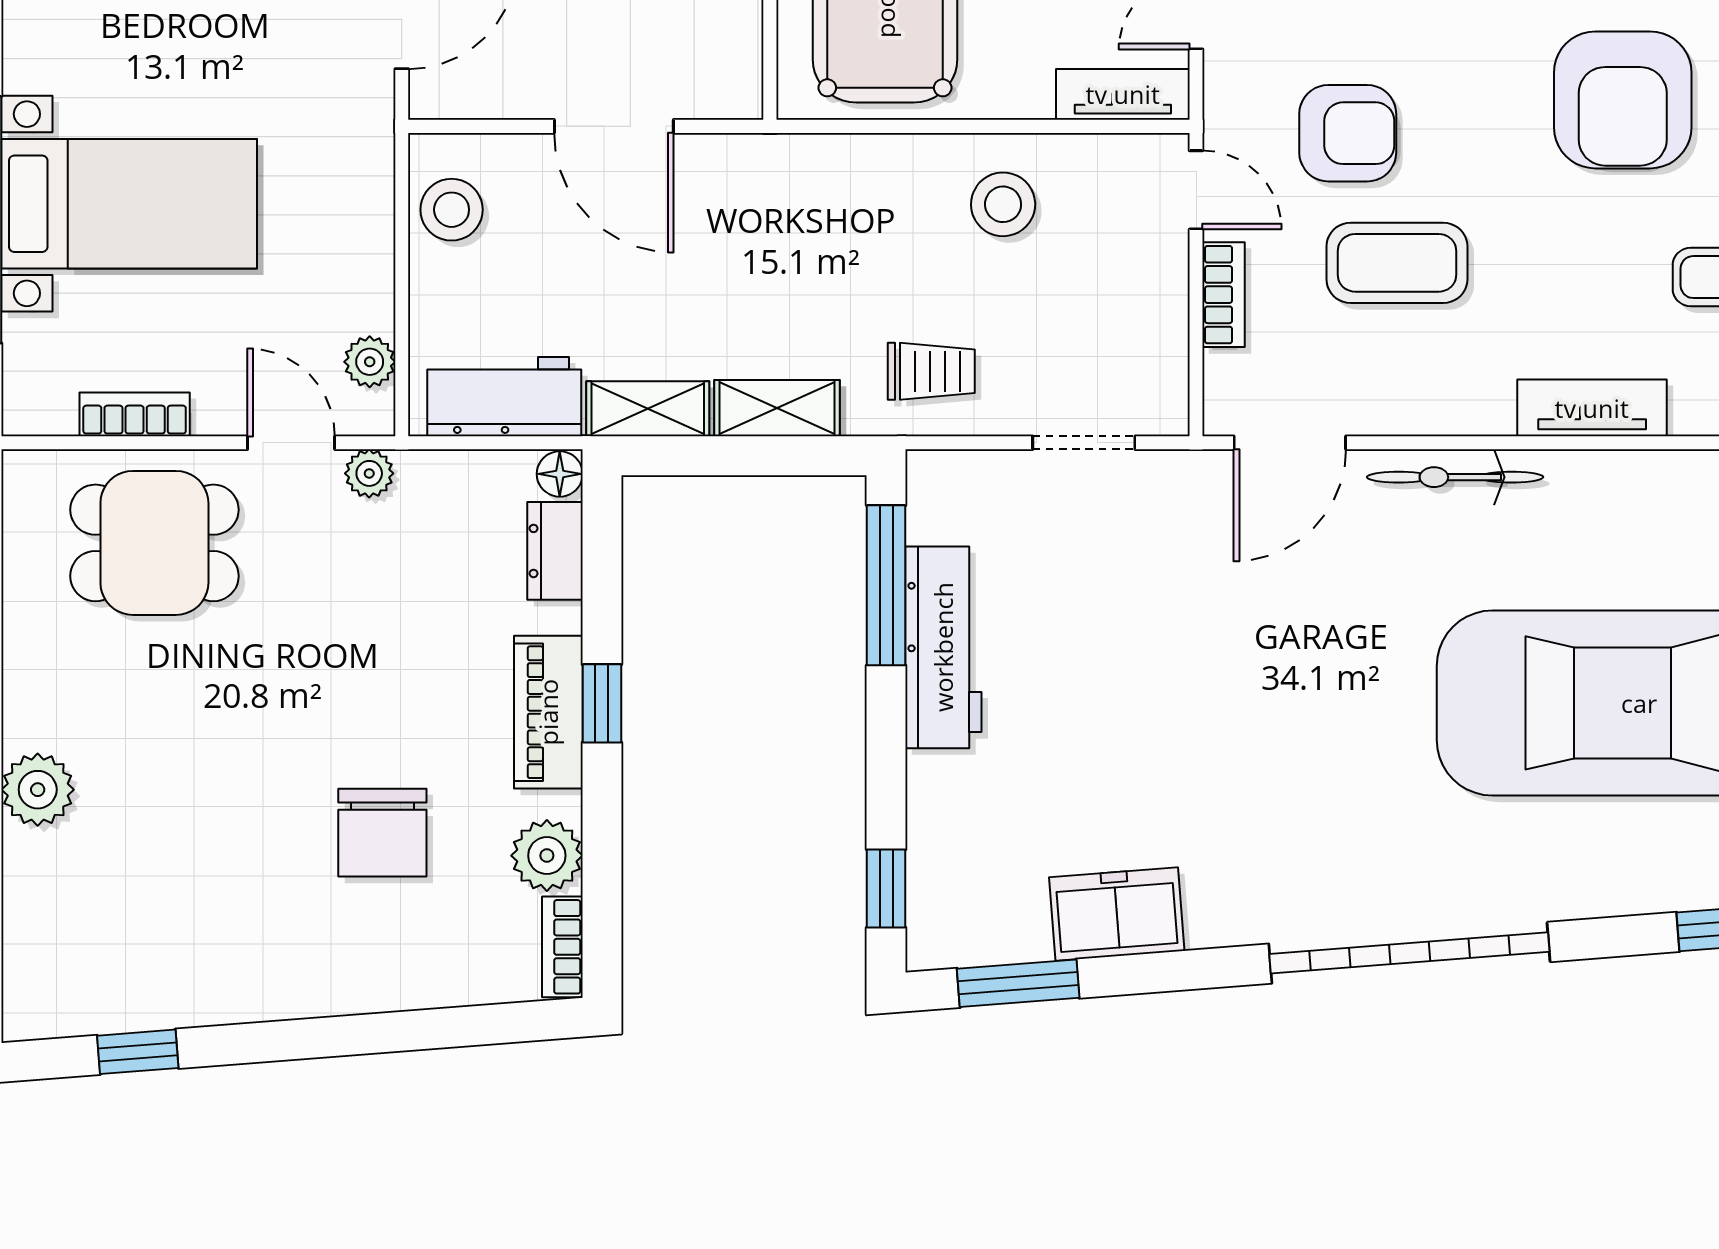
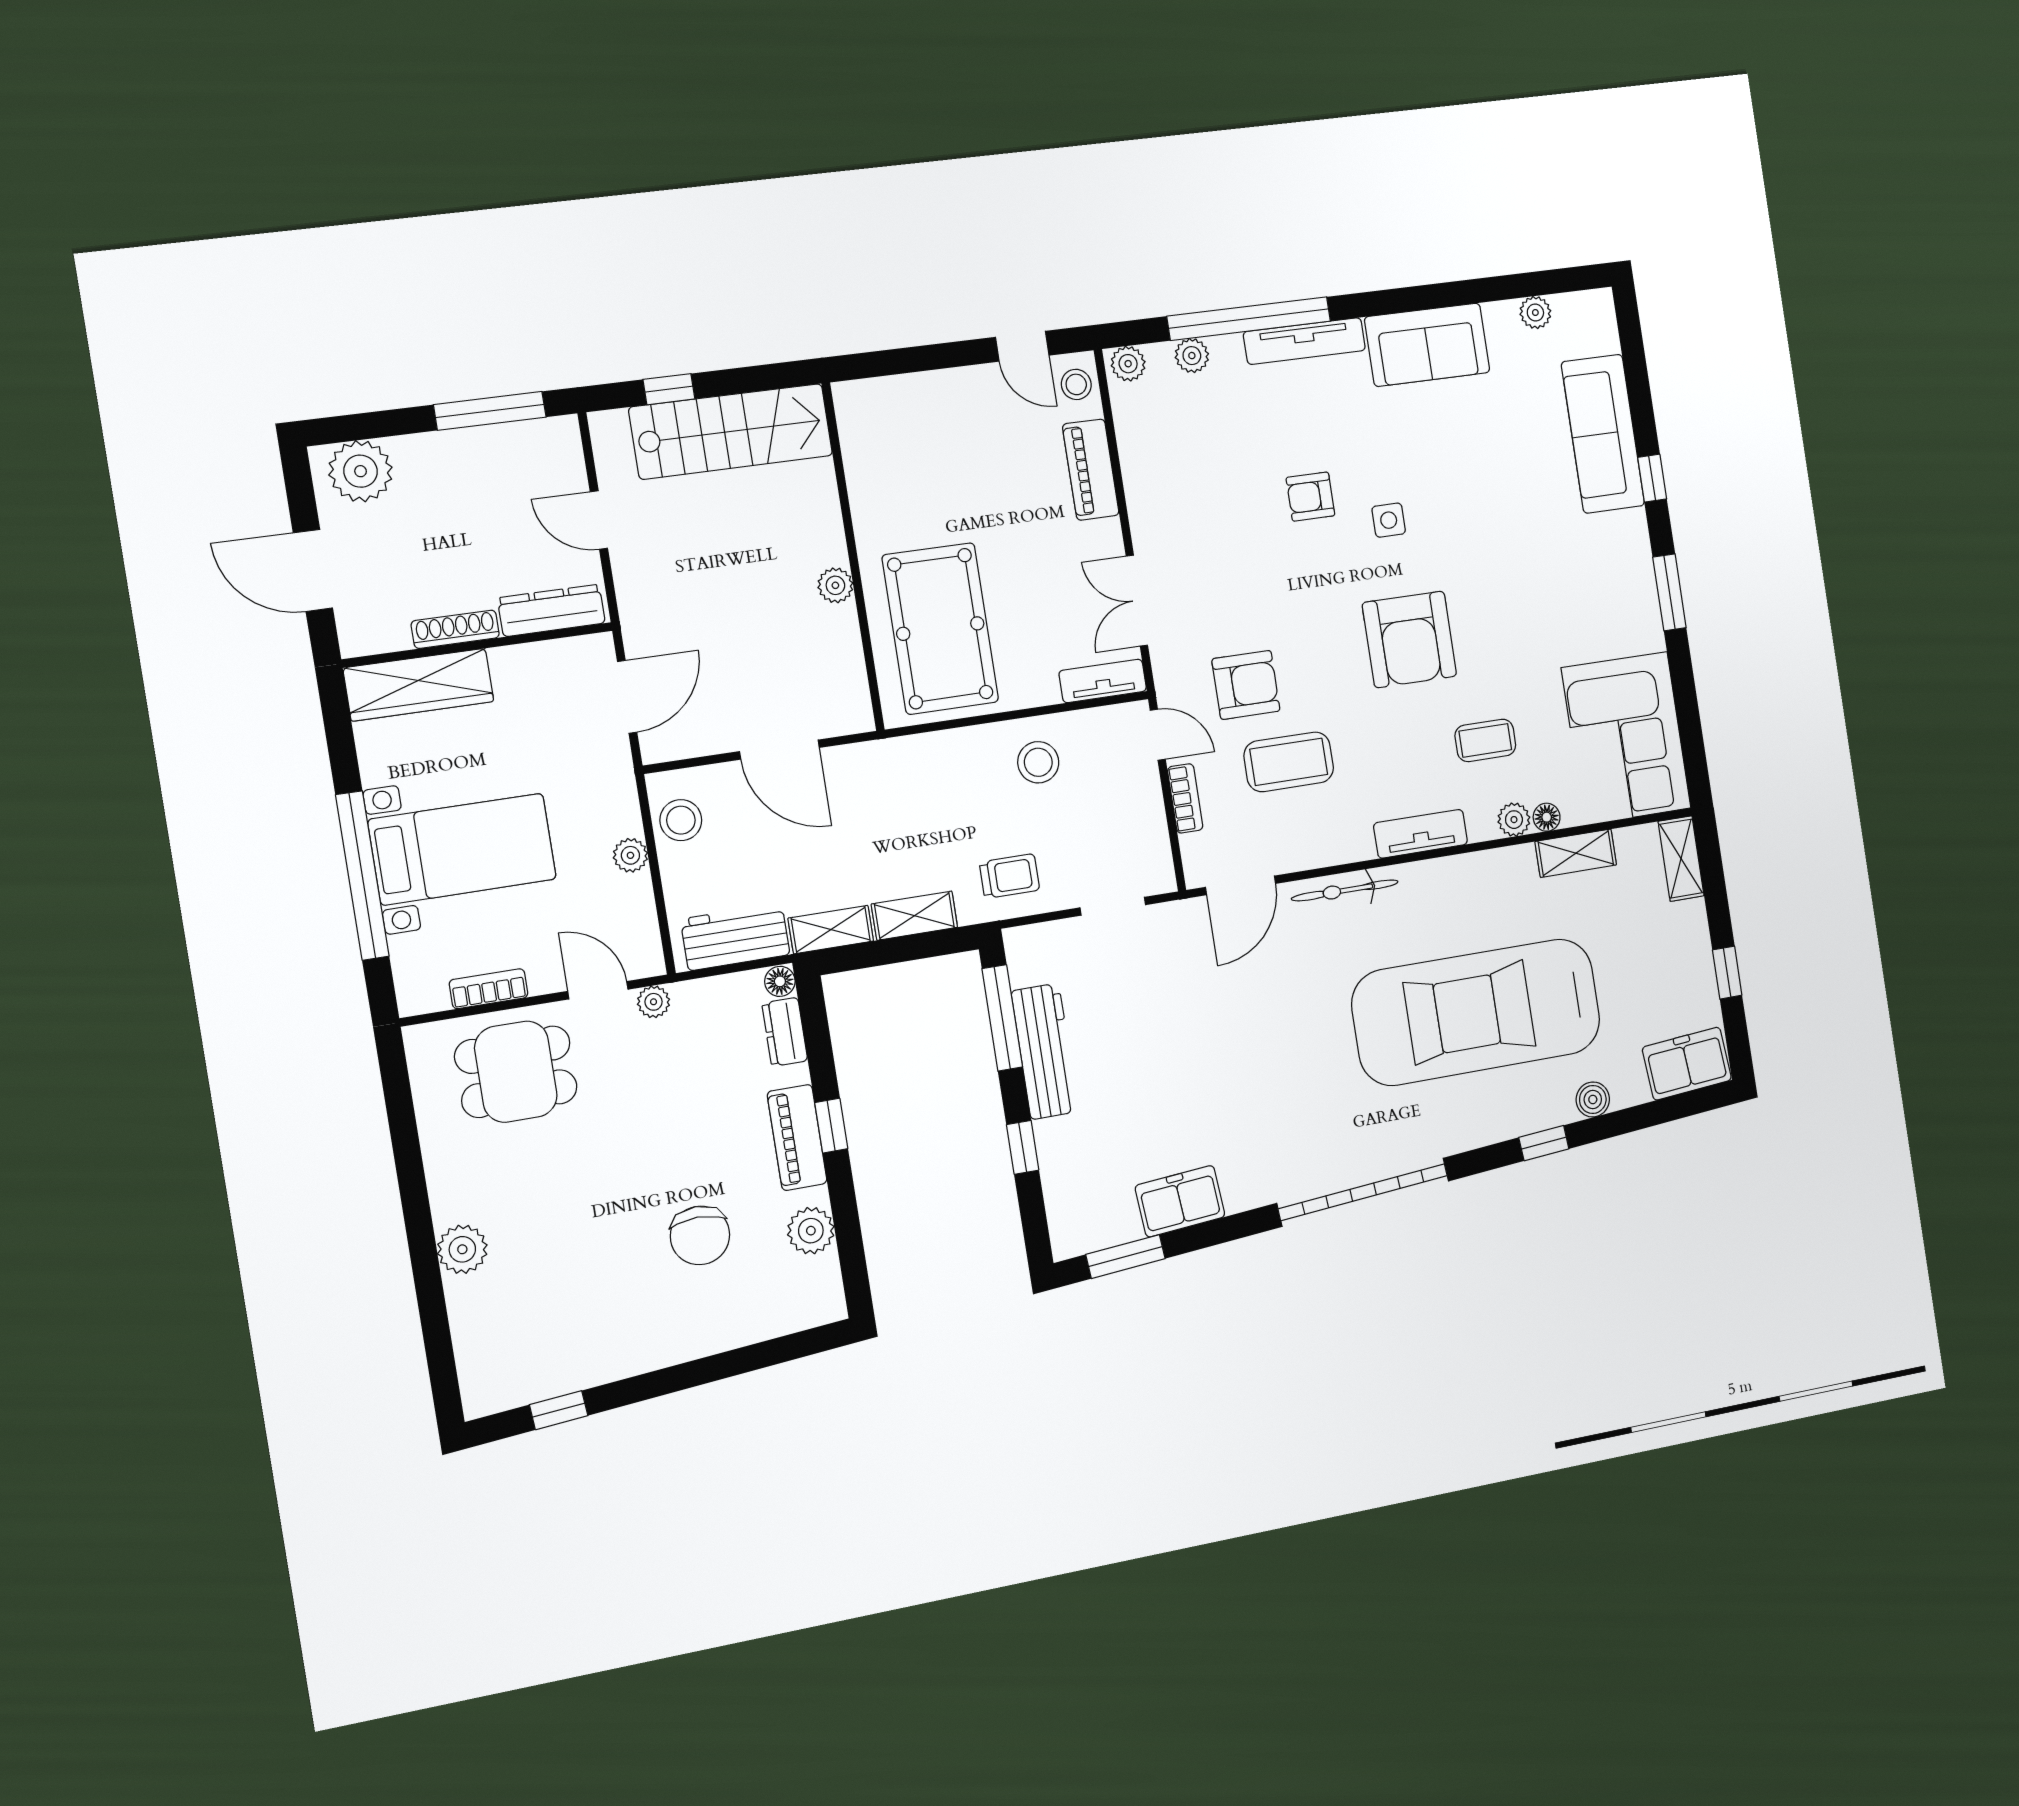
plant: (370, 362) -> (630, 855), moved
window: (886, 889) -> (1023, 1147), moved
bookcase: (562, 947) -> (830, 1288), removed

